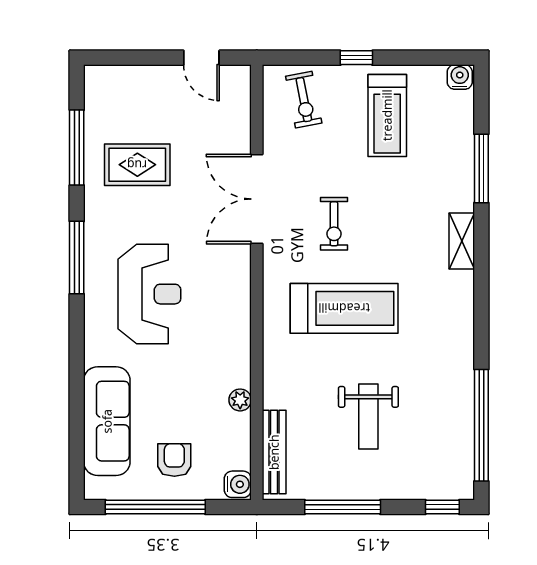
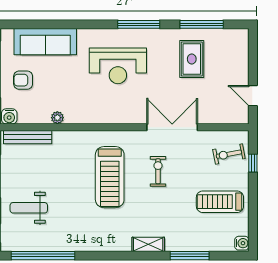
door: (201, 58) -> (253, 96), hinge flipped
window: (356, 58) -> (253, 163), moved
exercise bike: (334, 224) -> (158, 171), turned 90
weight bench: (368, 416) -> (29, 208), moved
armchair: (174, 460) -> (23, 80), turned 180

